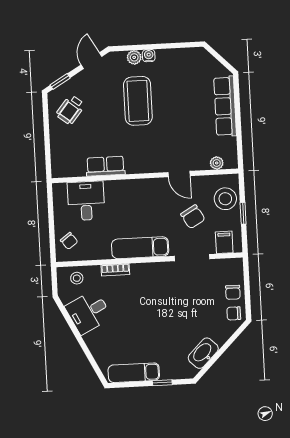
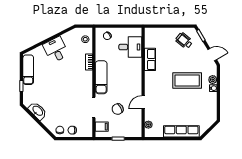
stool: (225, 199) -> (127, 129), removed
desk: (88, 312) -> (56, 50), moved

